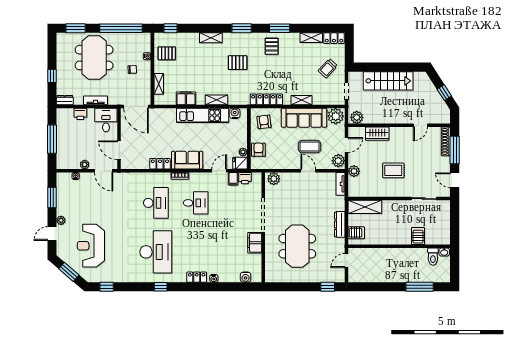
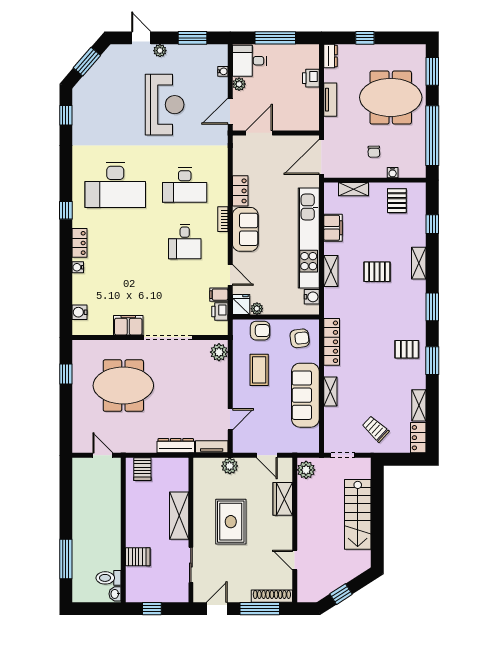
window: (171, 28) -> (432, 224), moved
pallet: (238, 63) -> (377, 272), moved, turned 90
kitchen unit: (203, 115) -> (309, 238), width x1.36
plant: (336, 116) -> (308, 440), removed
desk: (106, 120) -> (249, 61), moved, turned 180
coffee table: (310, 147) -> (259, 370), moved
plant: (338, 161) -> (245, 444), removed
rug: (393, 170) -> (231, 522), width x1.36, depth x1.43
door: (308, 171) -> (230, 419), moved
shelving: (365, 207) -> (179, 516), moved
dresser: (340, 224) -> (176, 446), moved
window: (455, 226) -> (152, 609), added
reception desk: (91, 246) -> (165, 105), moved, turned 90
window: (161, 287) -> (66, 210), moved
window: (328, 287) -> (66, 374), moved

